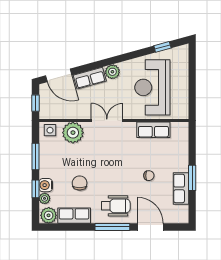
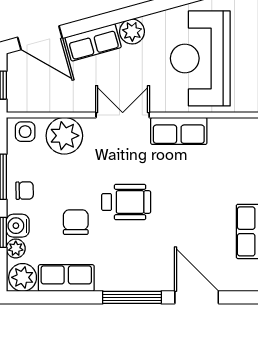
row of seats: (153, 130) -> (179, 131), moved
chair: (149, 176) -> (25, 191), moved
wheelchair: (116, 206) -> (126, 202), moved

